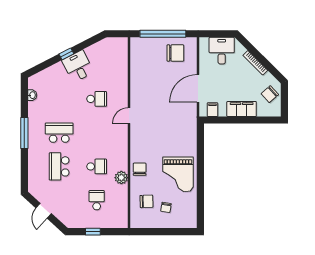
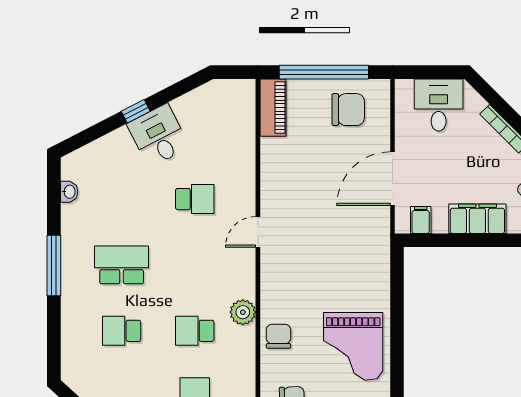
piano: (137, 52) -> (273, 108), added
school desk: (59, 166) -> (122, 331), width x0.54
school desk: (97, 166) -> (195, 331), turned 180
plant: (121, 178) -> (243, 312), moved

